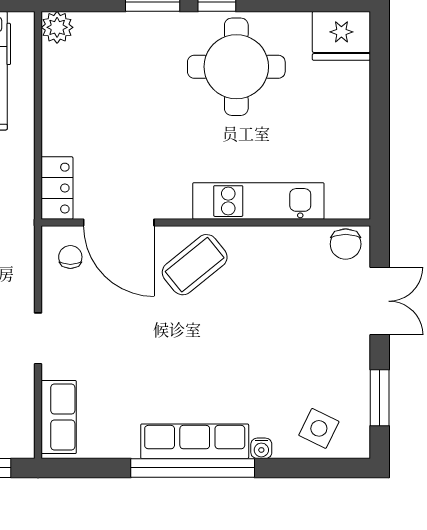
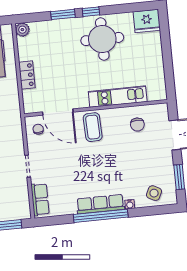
locker: (57, 188) -> (27, 75), moved
chair: (346, 244) -> (137, 125), moved
coffee table: (195, 265) -> (93, 127), turned -53

